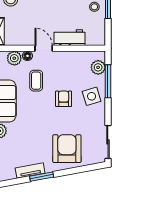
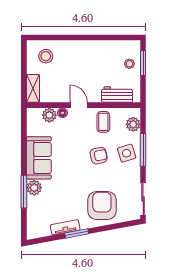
workbench: (70, 38) -> (117, 95), moved
coffee table: (36, 81) -> (103, 122), moved
window: (108, 81) -> (143, 150), moved
armchair: (64, 99) -> (99, 156), turned 78

